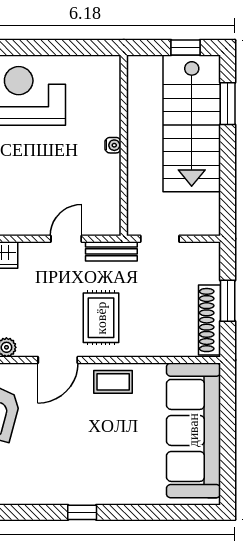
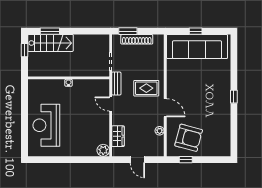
stairs: (192, 123) -> (50, 43), width x0.73, depth x0.66
window: (228, 301) -> (128, 31), moved
shoe rack: (209, 320) -> (137, 39), moved
coffee table: (113, 382) -> (175, 83), removed
window: (228, 427) -> (196, 31), added

